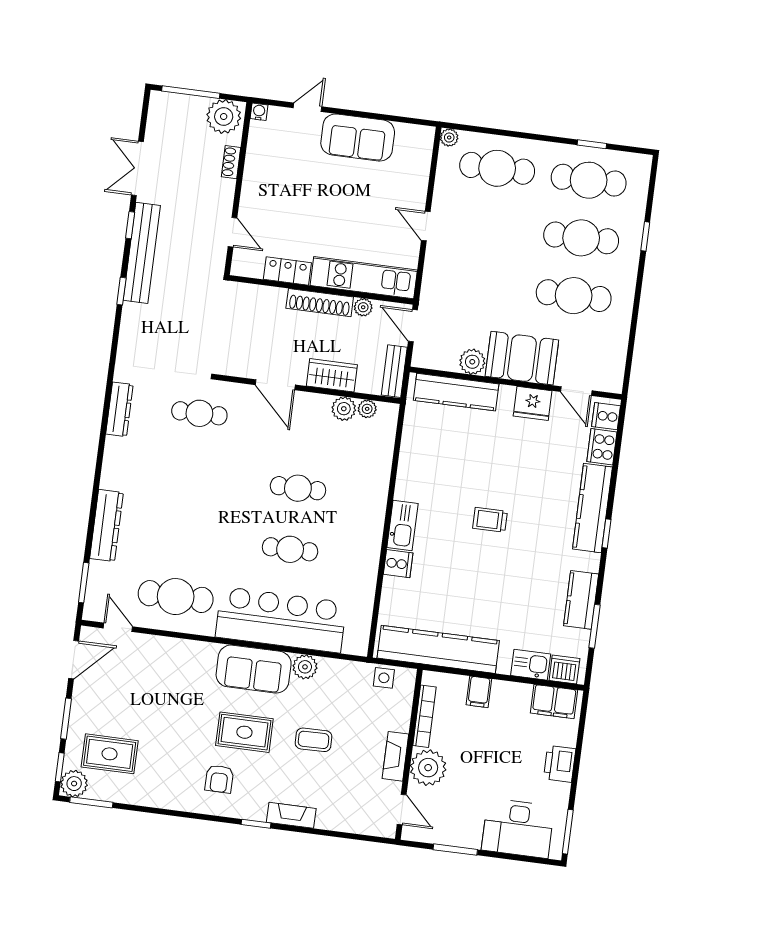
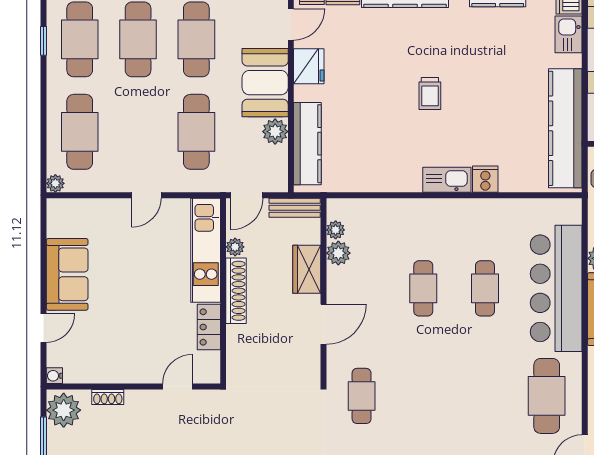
door: (307, 107) -> (44, 328), swing flipped
cafe table: (482, 284) -> (196, 132), added

